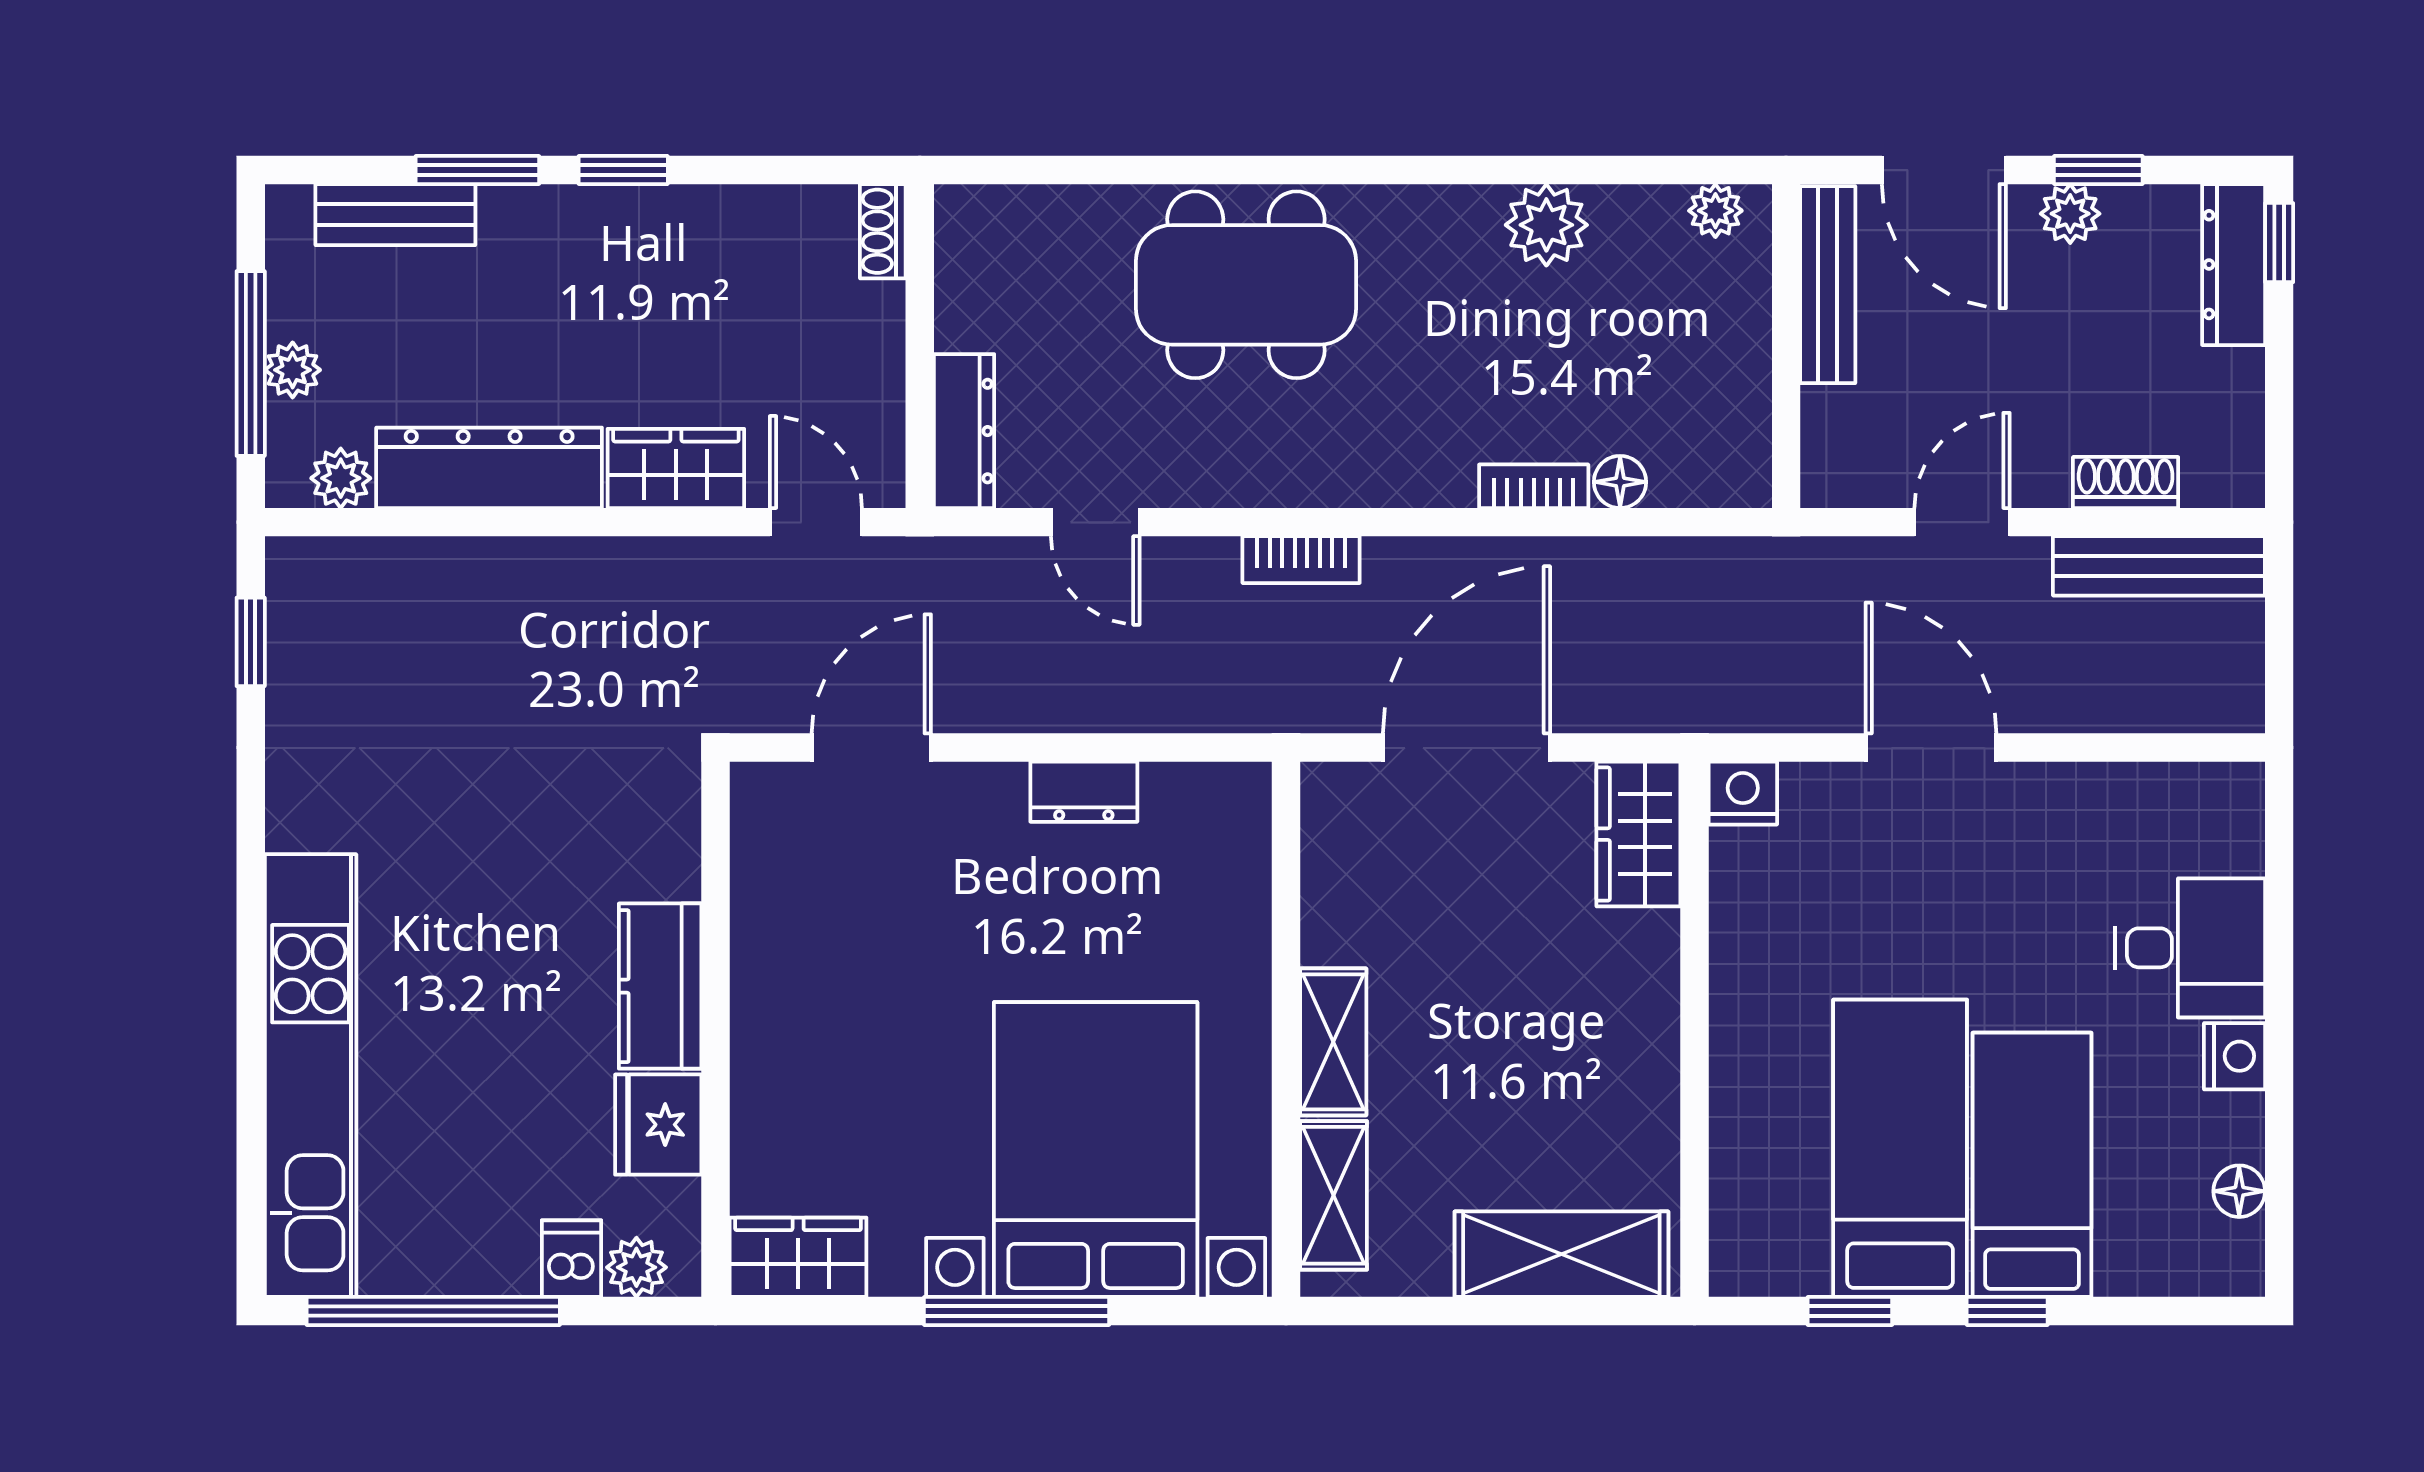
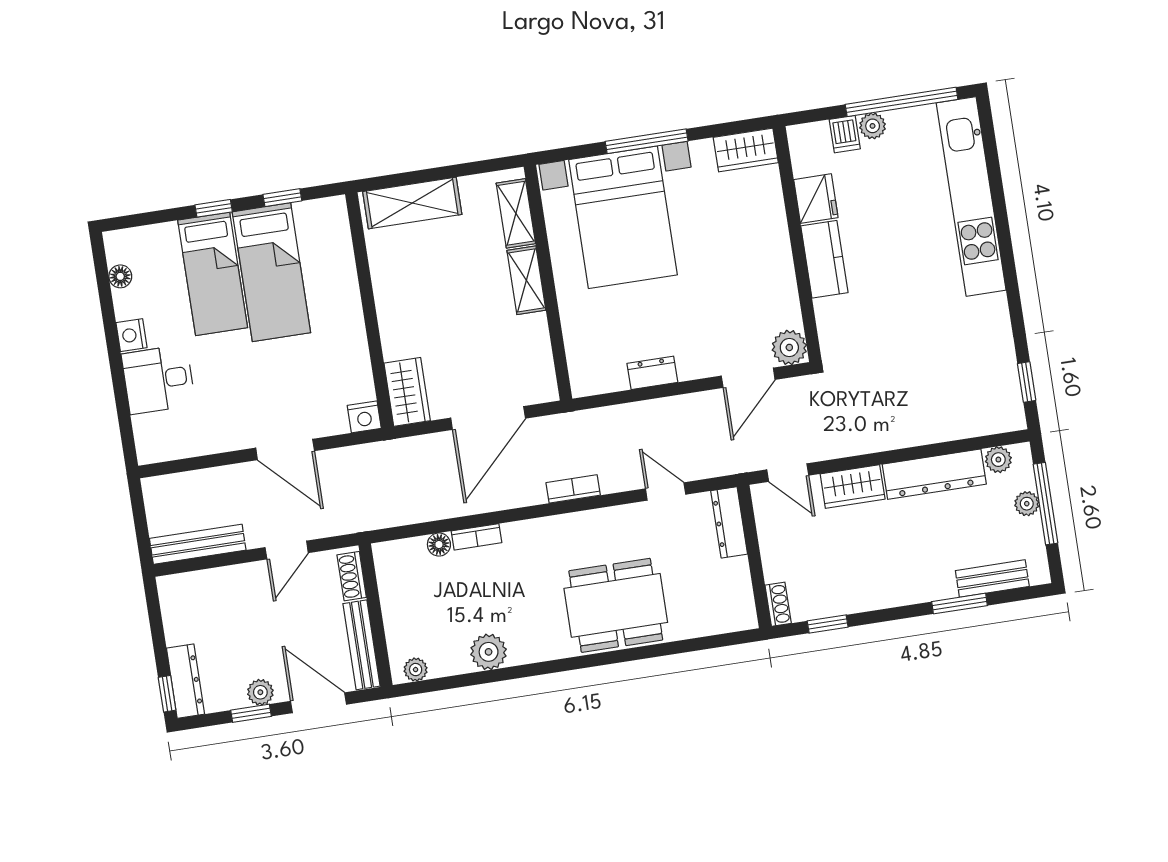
window: (623, 170) -> (828, 624), moved
shoe rack: (2126, 482) -> (352, 576), moved, turned 90
plant: (769, 801) -> (789, 347), added
plant: (636, 1267) -> (873, 126), moved

